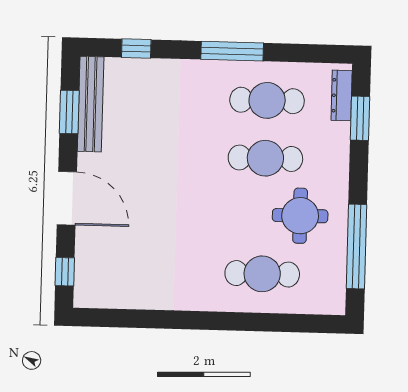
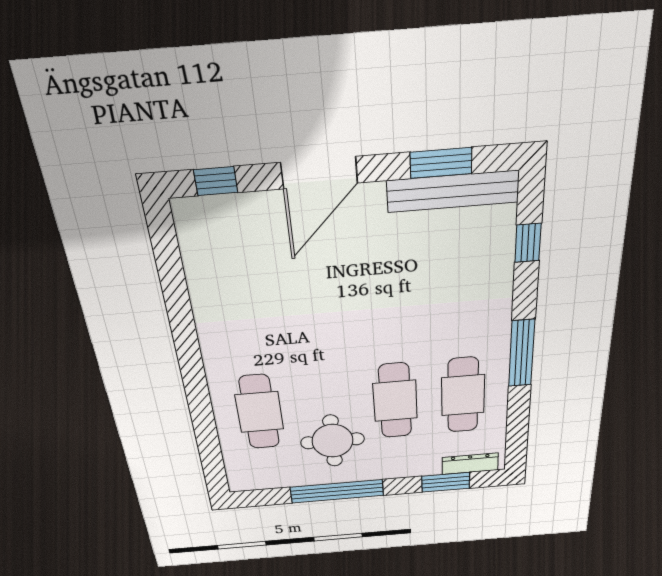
window: (356, 246) -> (337, 491), moved

